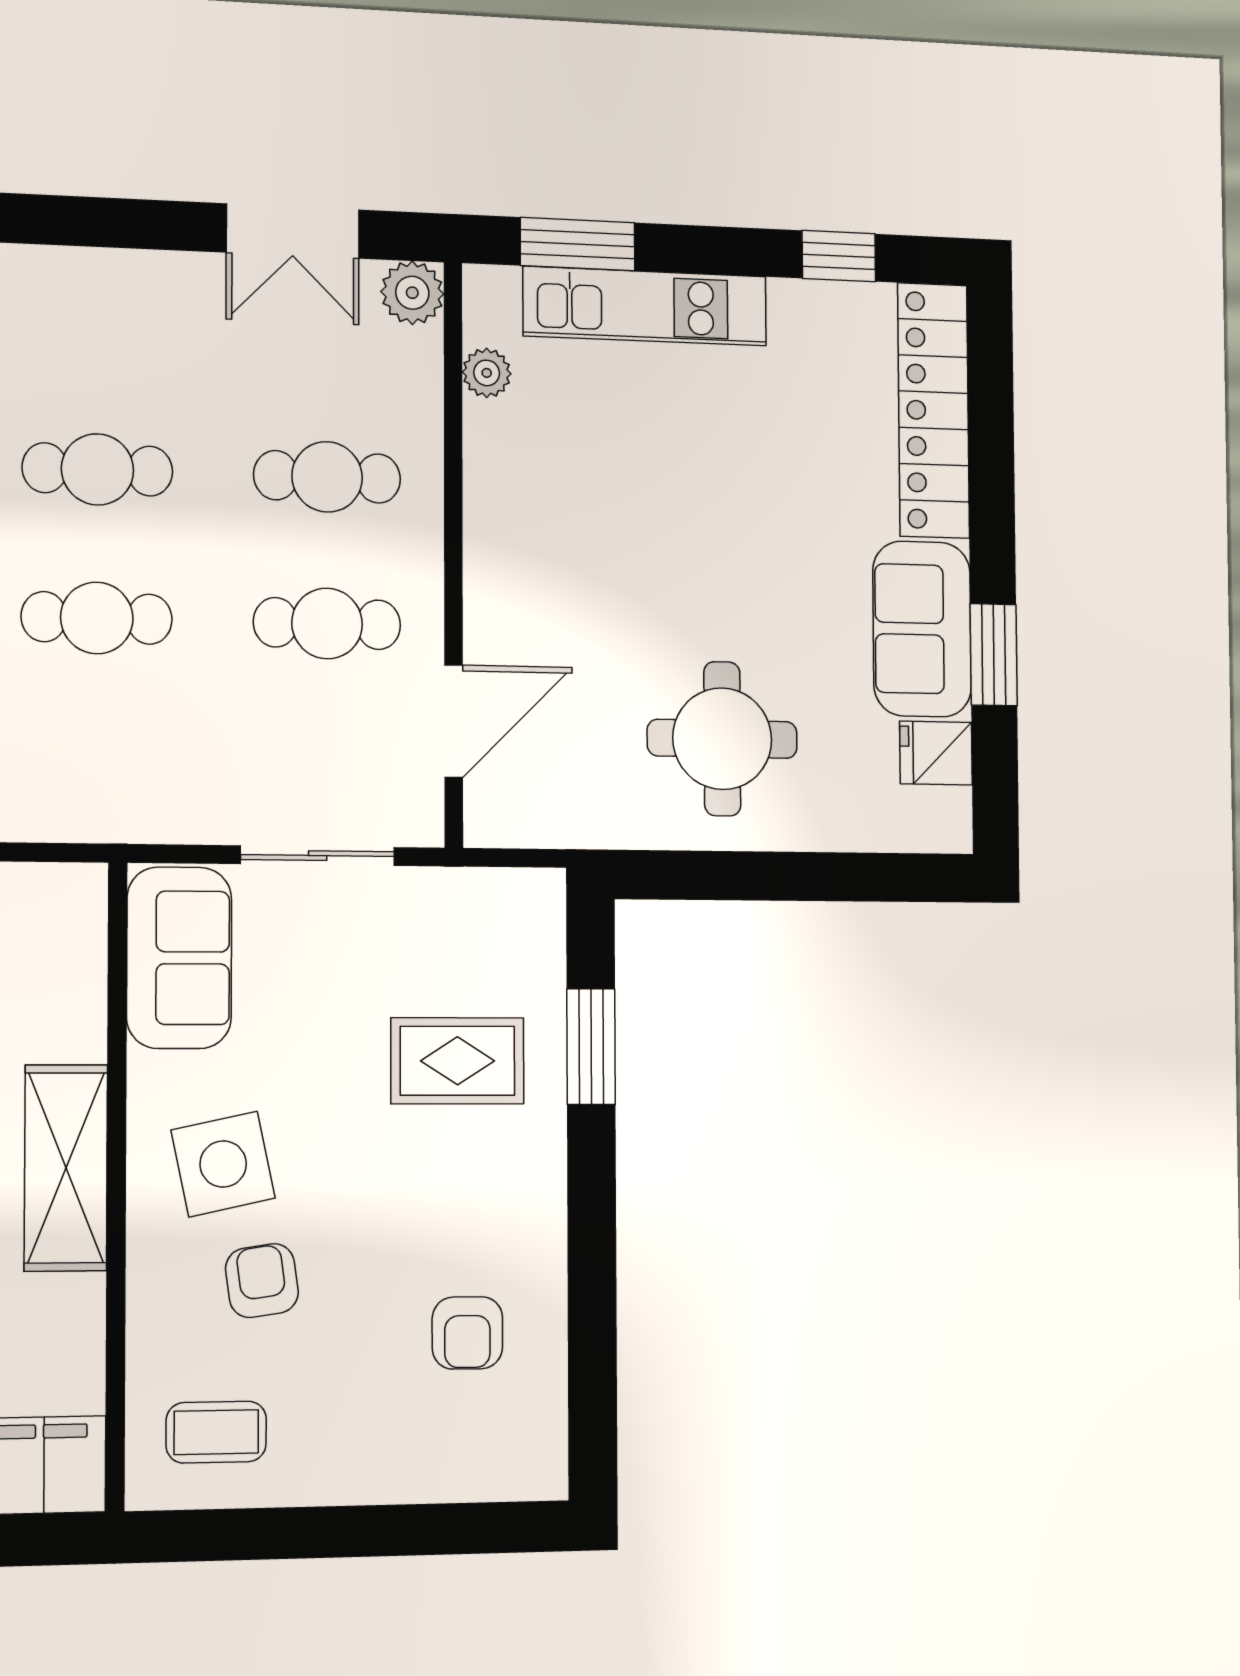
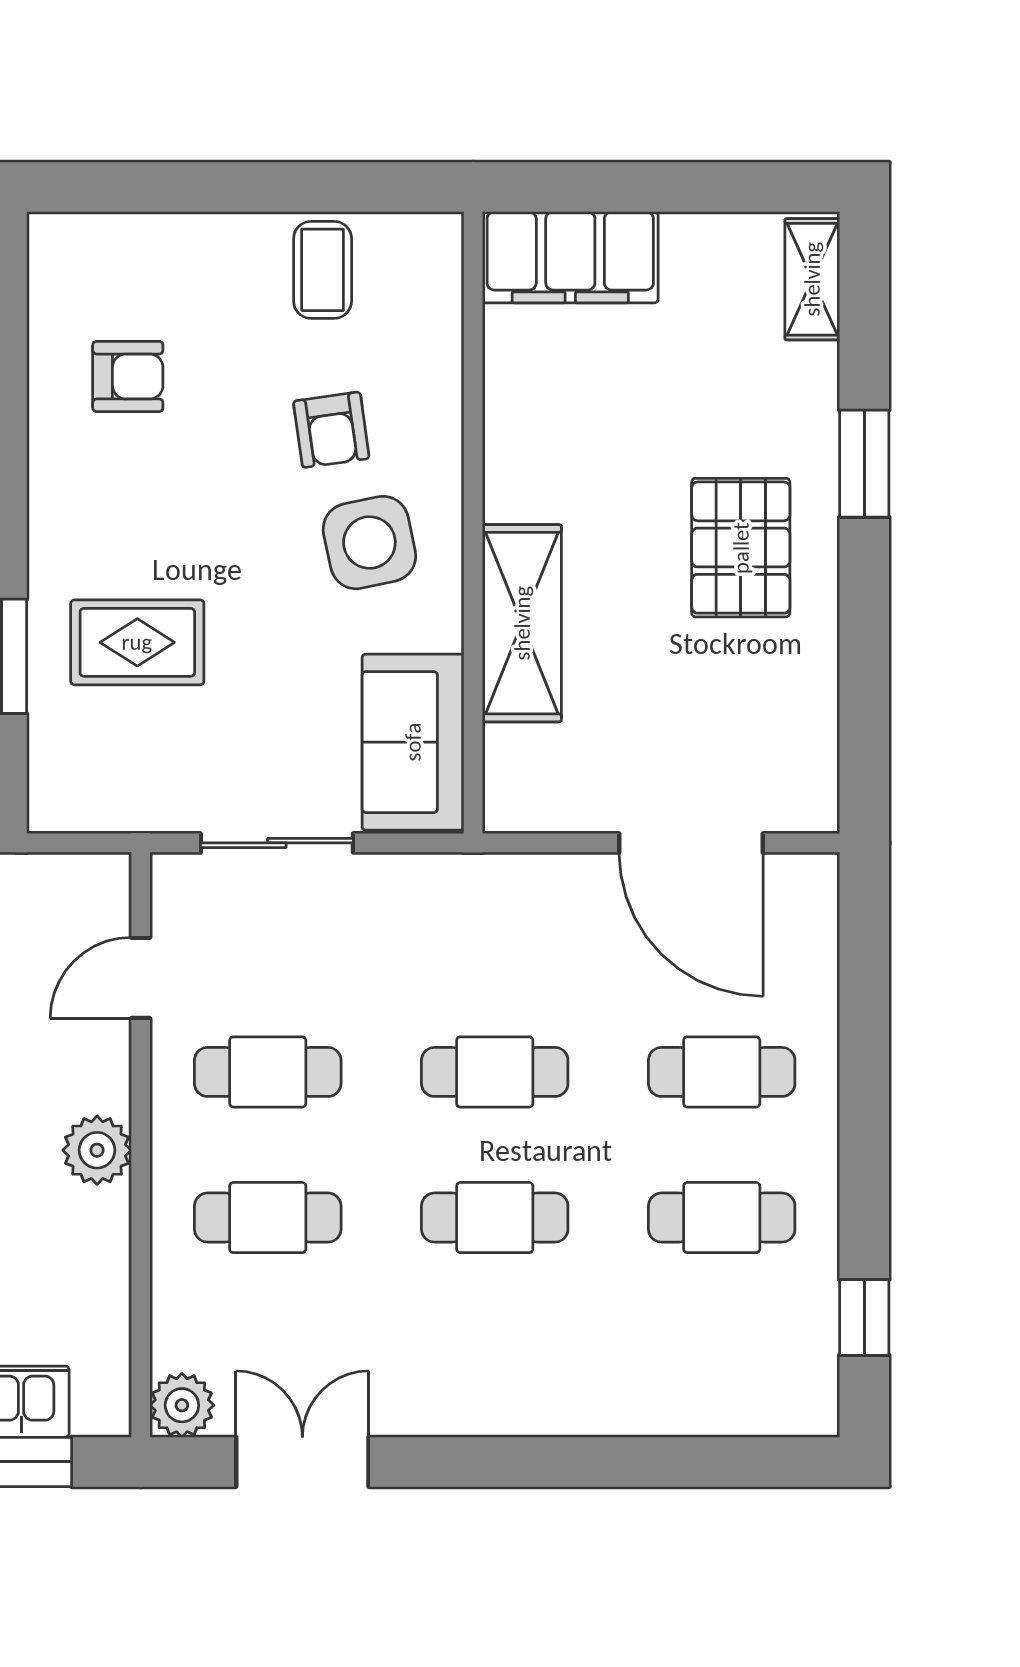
plant: (487, 373) -> (97, 1150), moved, width x1.38, depth x1.38
door: (454, 721) -> (141, 978), width x0.73
shelving: (66, 1168) -> (522, 623), moved
armchair: (467, 1333) -> (128, 376), turned 90
coffee table: (216, 1432) -> (323, 270), moved, turned 90

